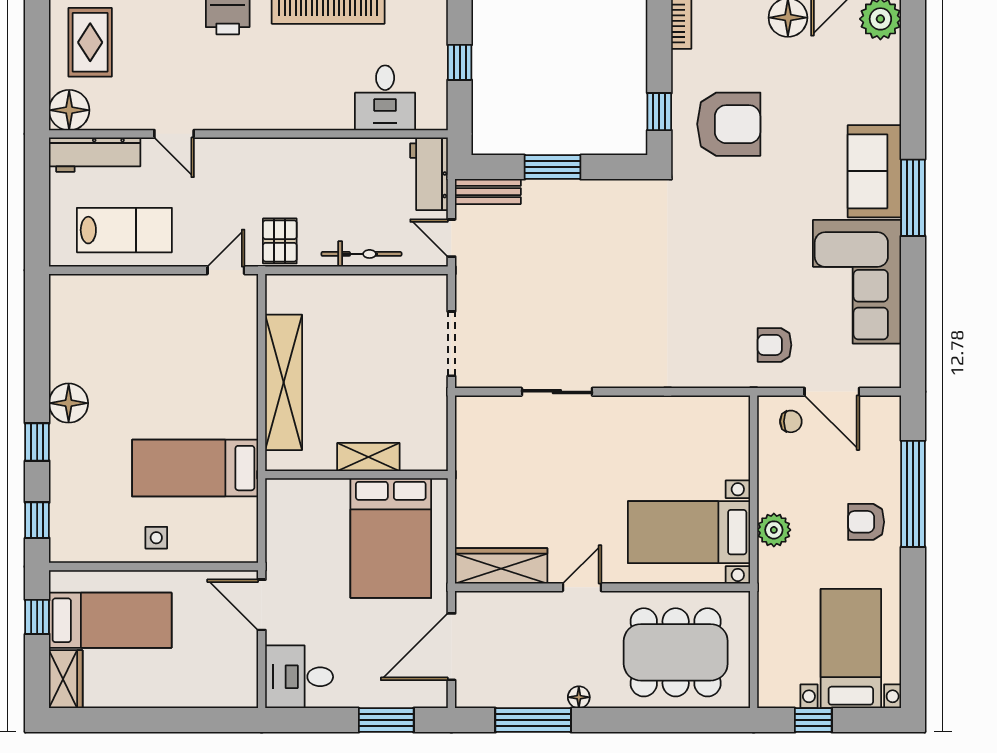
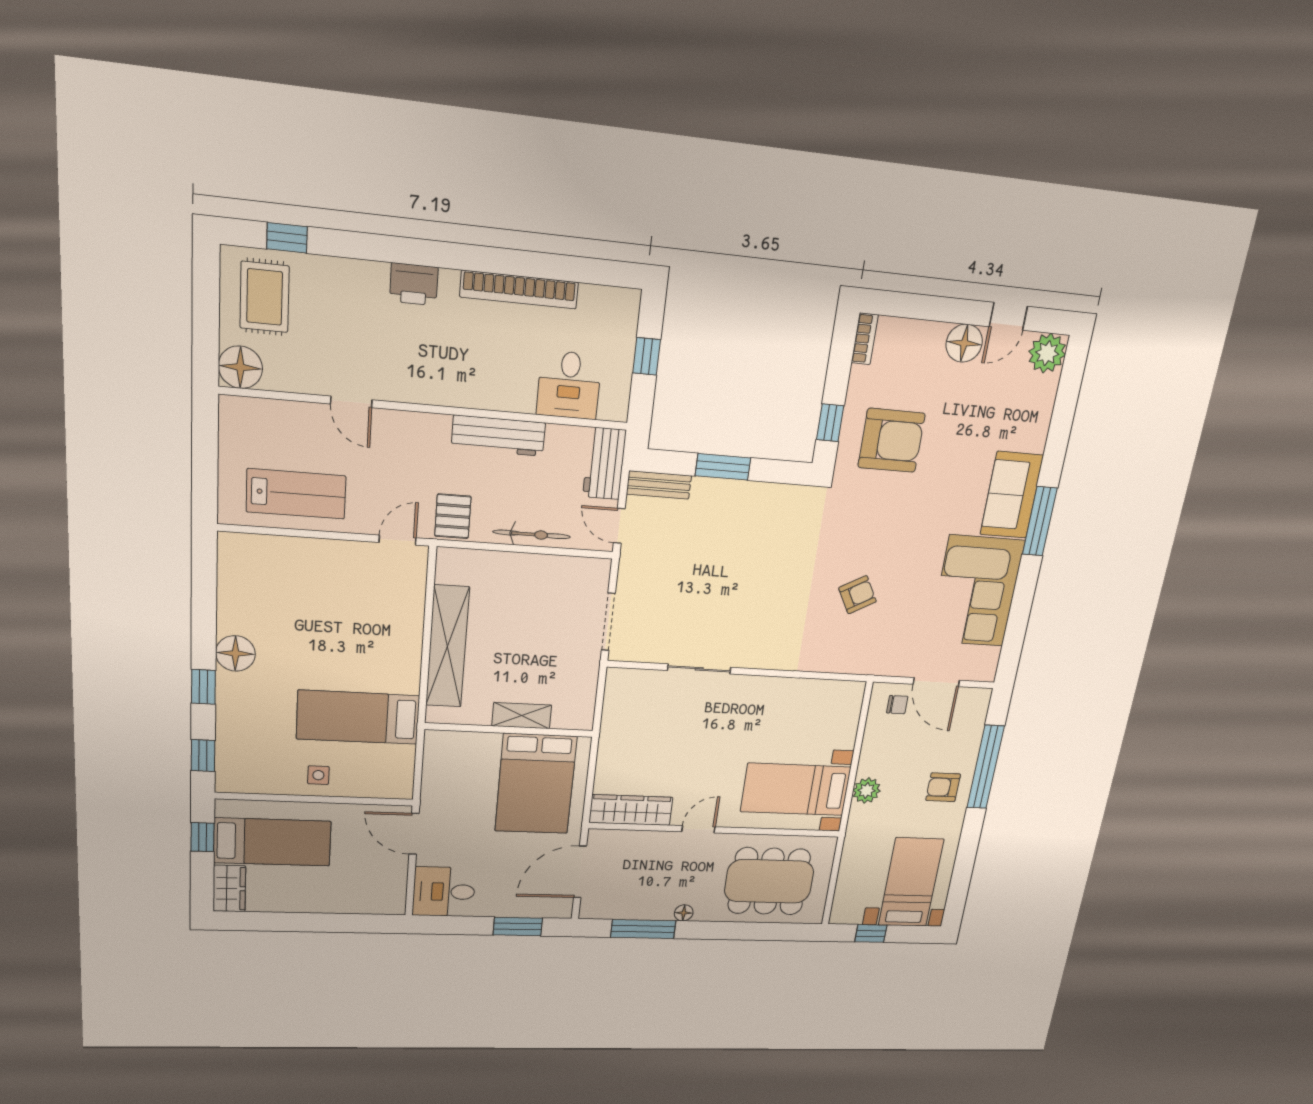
workbench: (95, 155) -> (498, 436), moved
armchair: (774, 345) -> (858, 595), moved, turned 151

